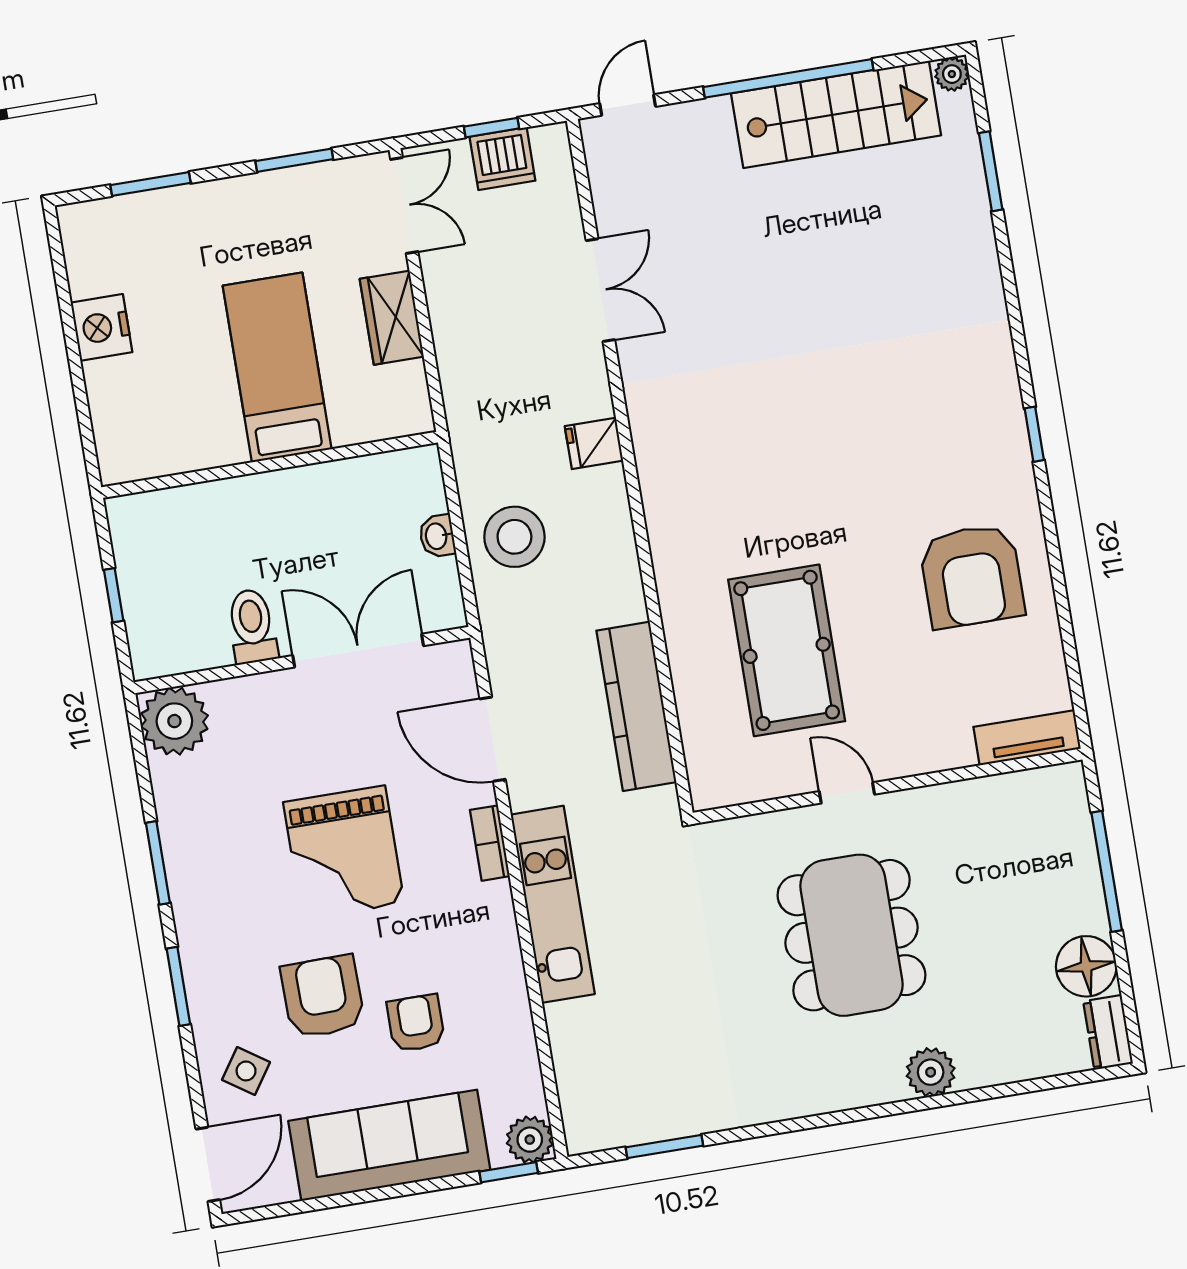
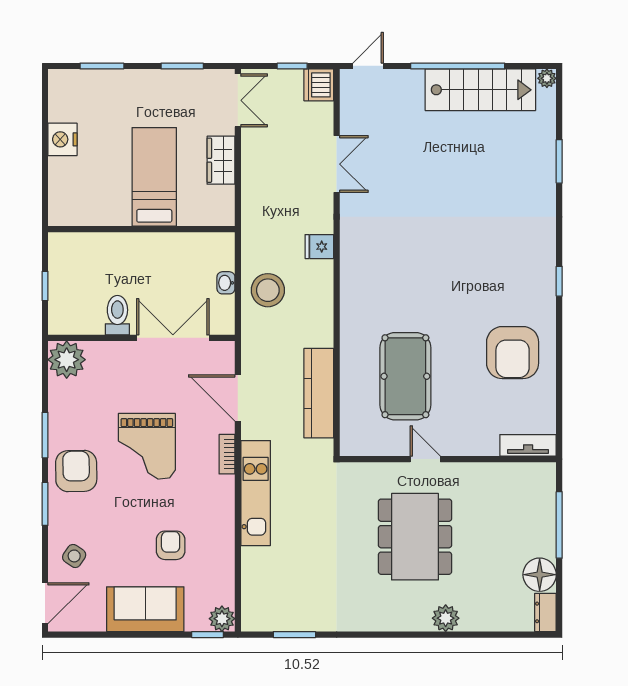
dishwasher: (502, 159) -> (319, 85), moved, turned 90
window: (991, 171) -> (559, 161), moved
armchair: (323, 997) -> (76, 471), moved
sofa: (389, 1145) -> (145, 609), width x0.73

